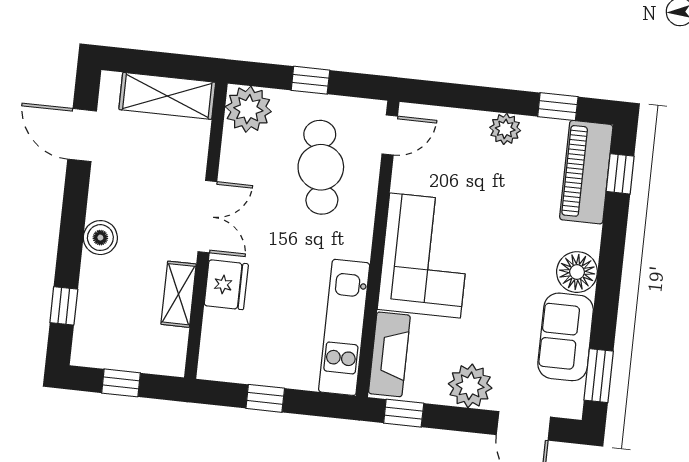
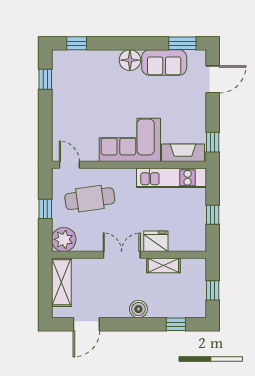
plant: (505, 129) -> (60, 105), removed
piano: (586, 172) -> (78, 61), removed
plant: (470, 386) -> (195, 109), removed

